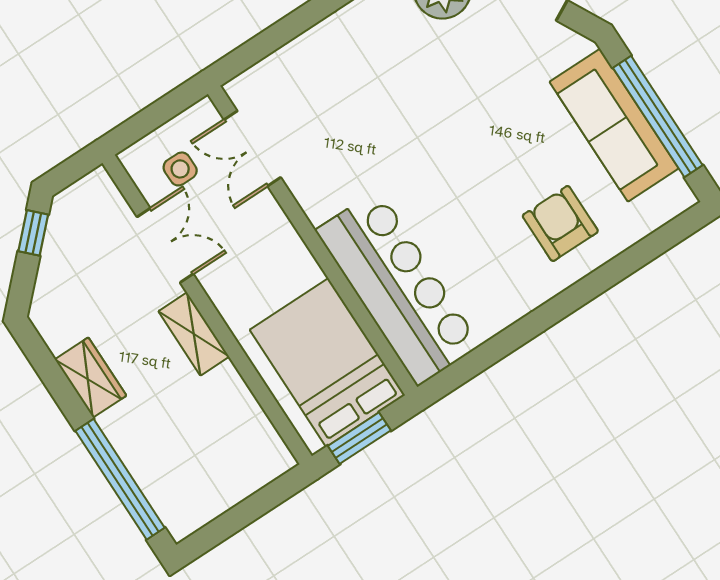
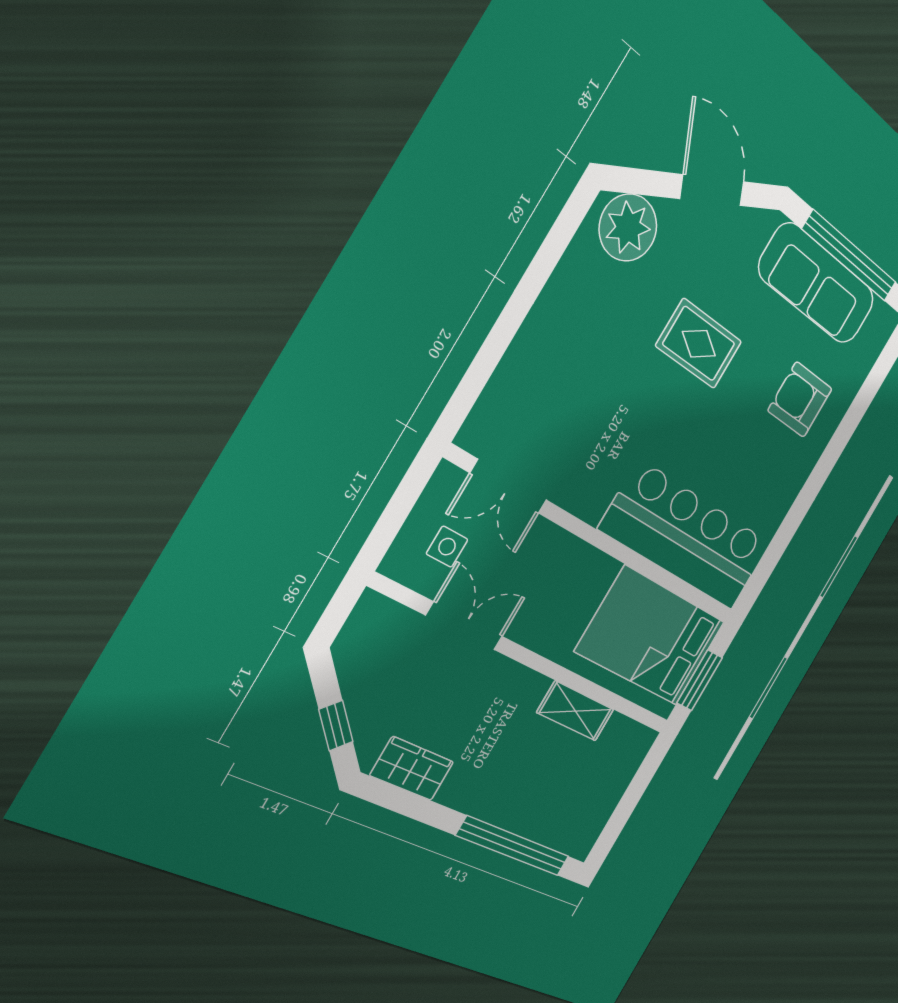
rug: (474, 119) -> (699, 344), added
window: (33, 233) -> (336, 726), moved
shelving: (194, 334) -> (575, 711), moved
wardrobe: (91, 378) -> (412, 769), moved

